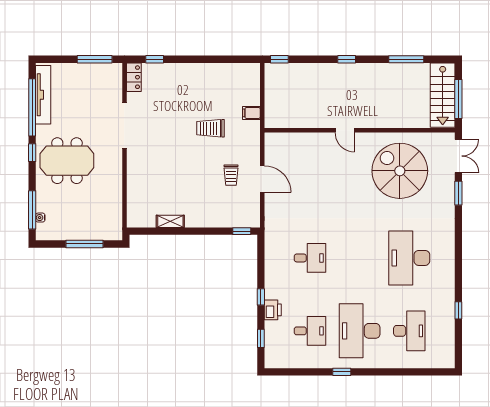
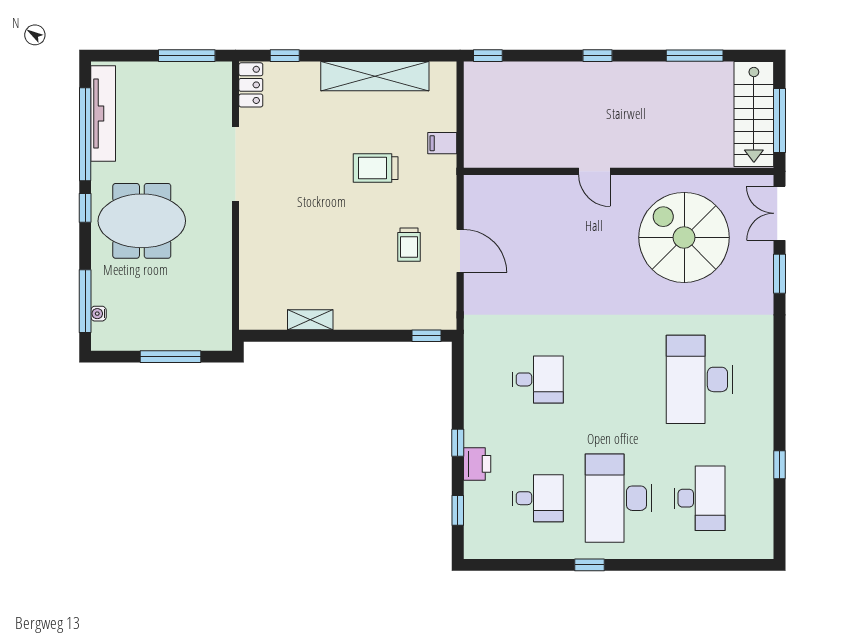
shelving: (210, 72) -> (375, 76), added
double door: (458, 156) -> (779, 213), swing flipped

